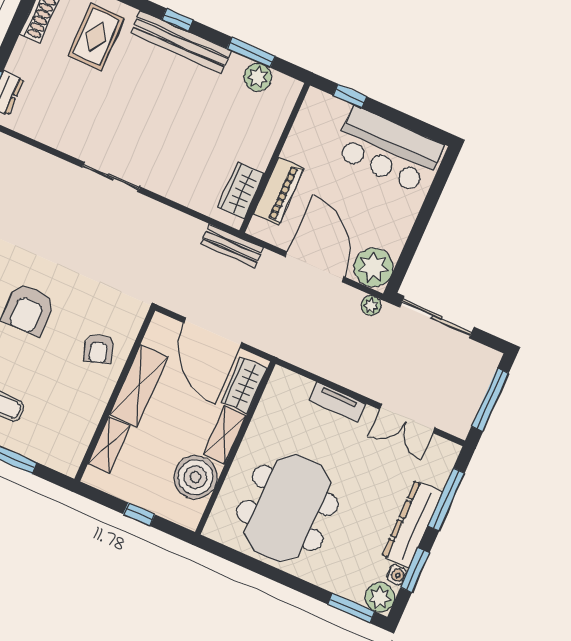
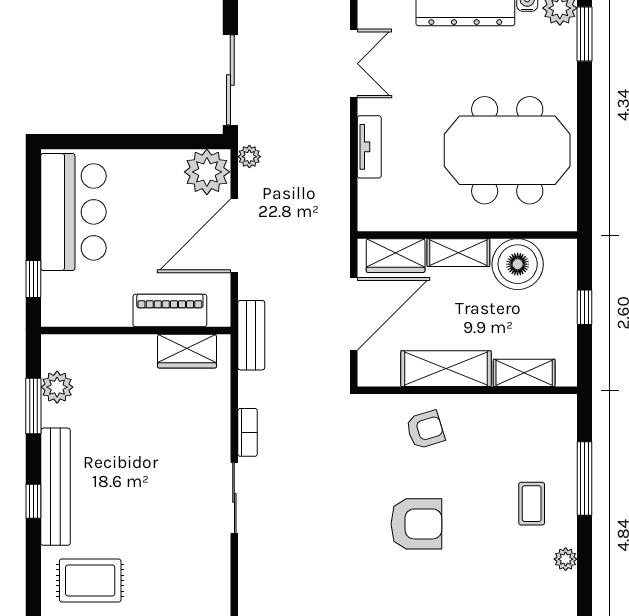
bookcase: (157, 210) -> (248, 432), added

